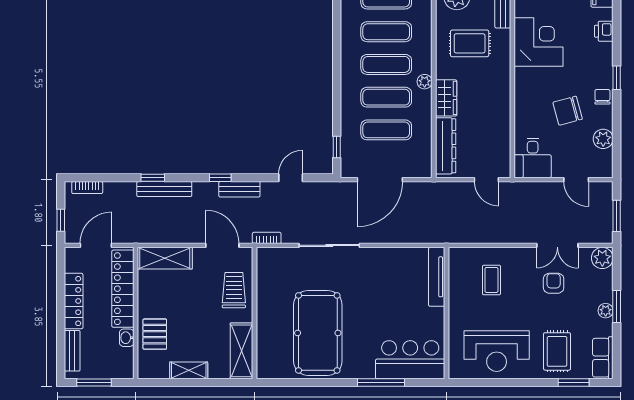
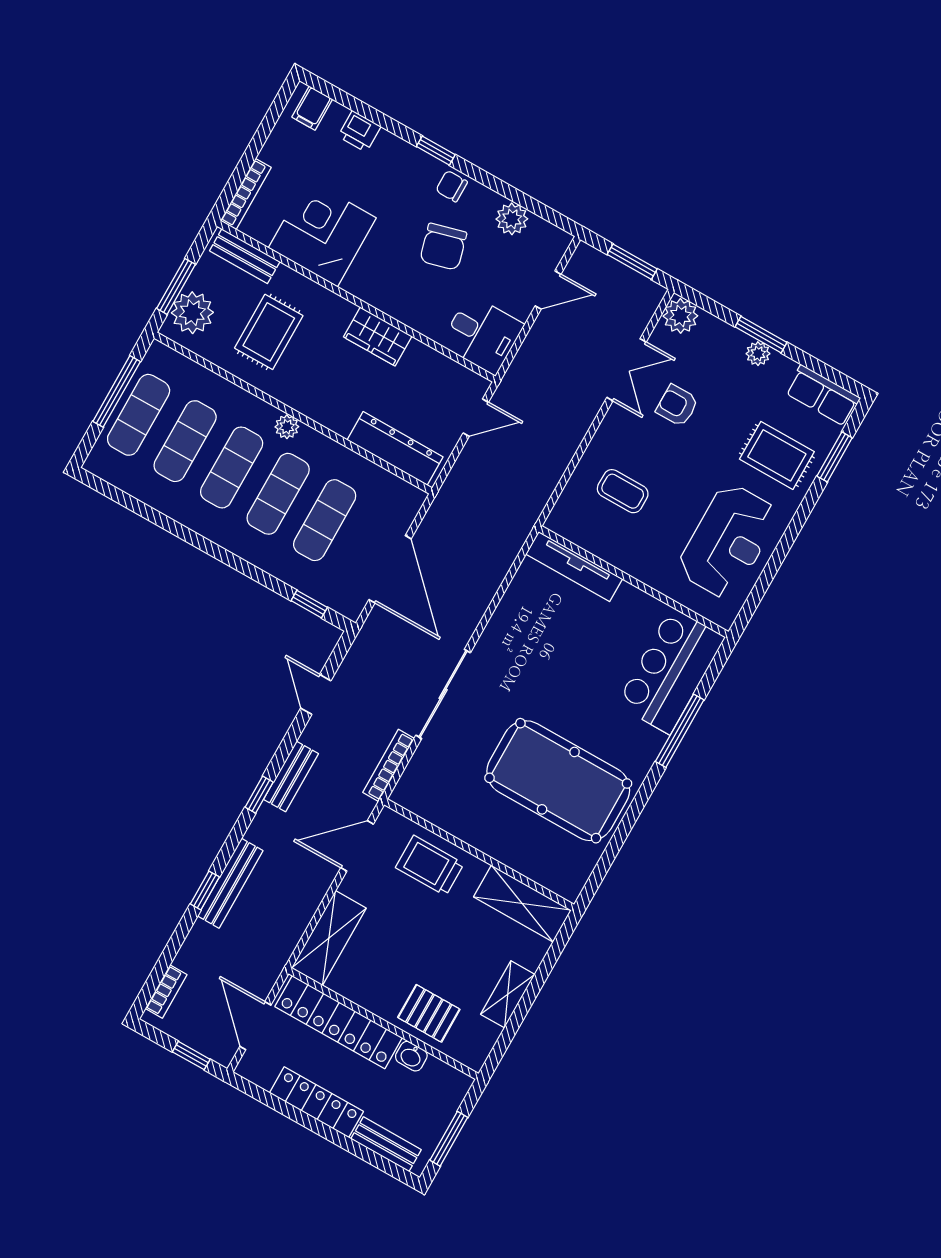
wardrobe: (446, 98) -> (378, 337), moved, turned 180
bookcase: (267, 238) -> (389, 765), width x1.56

